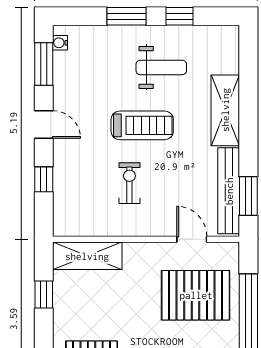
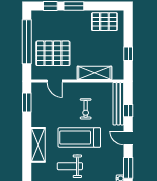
treadmill: (142, 125) -> (79, 137), width x1.37, depth x1.38
bench: (229, 191) -> (118, 104), moved
shelving: (87, 256) -> (94, 73), moved

